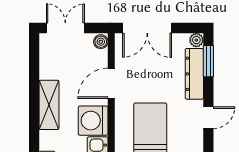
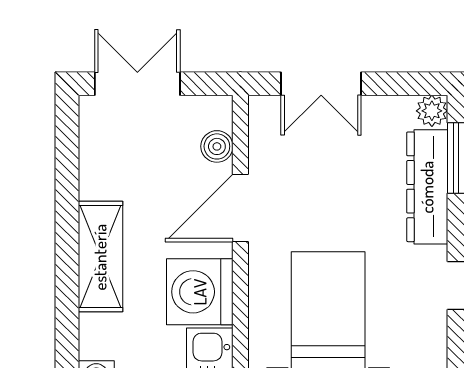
double door: (147, 28) -> (321, 84), width x0.73
boiler: (101, 42) -> (217, 146), moved

